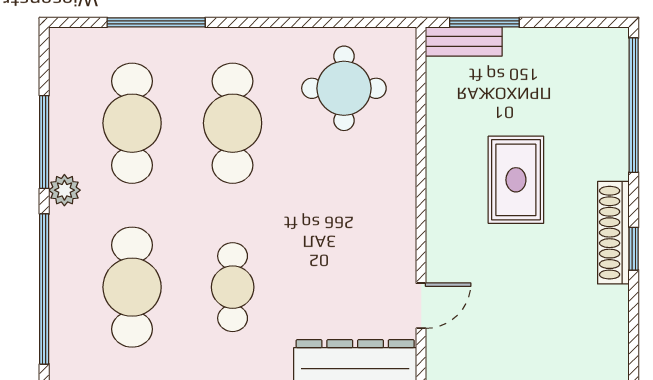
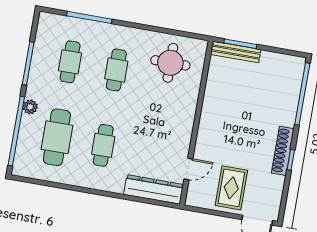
bench: (464, 41) -> (236, 52), width x1.36
cafe table: (132, 123) -> (70, 62), width x0.73, depth x0.74
cafe table: (233, 123) -> (116, 70), width x0.73, depth x0.74
rug: (516, 180) -> (231, 188), moved
plant: (64, 190) -> (30, 107), moved

